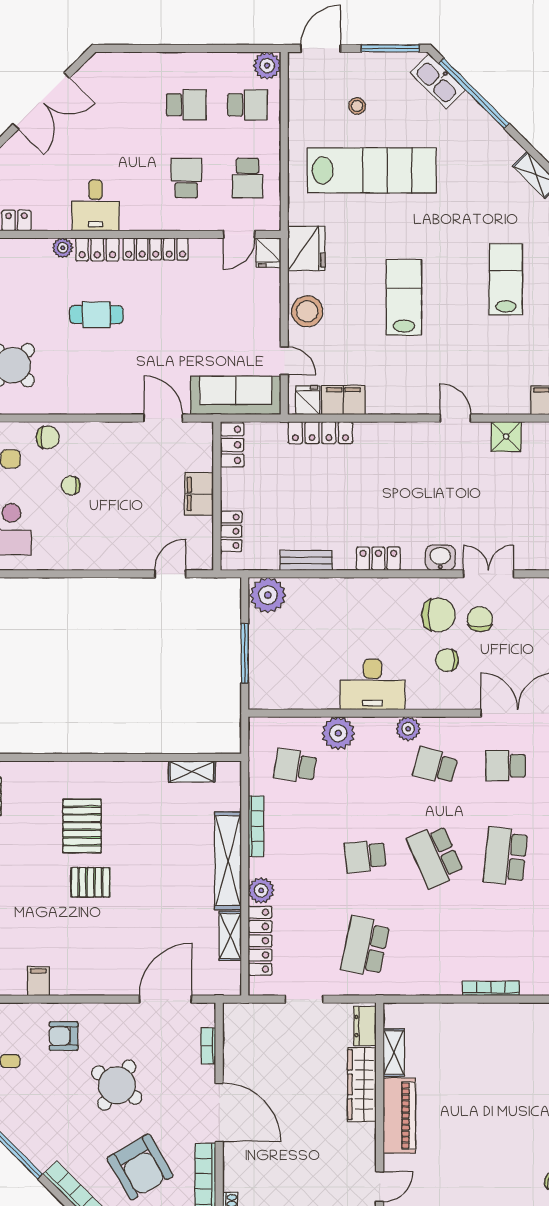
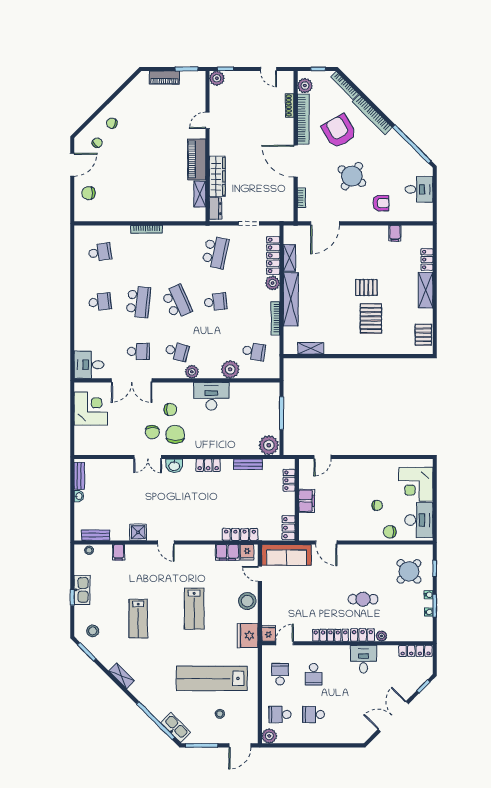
chair: (438, 615) -> (175, 434), turned 90

